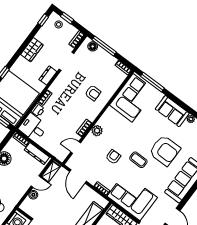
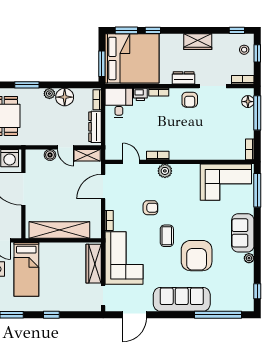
armchair: (93, 93) -> (190, 100), moved

